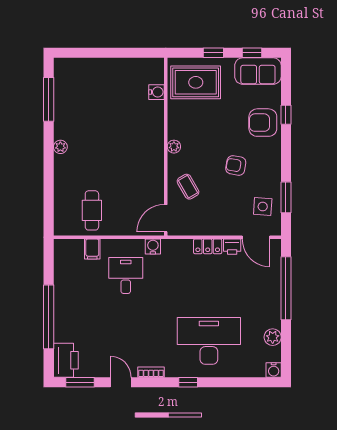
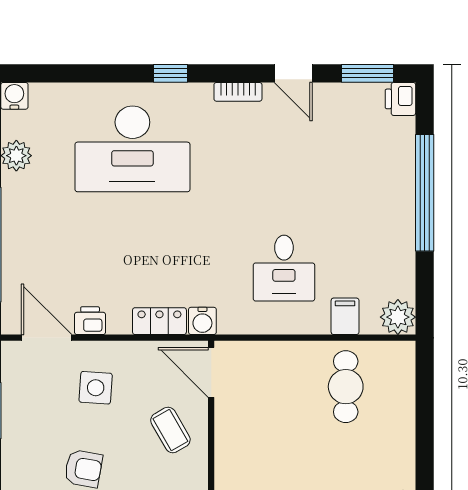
side table: (263, 207) -> (96, 388), moved
door: (166, 218) -> (211, 372), swing flipped
water cooler: (153, 246) -> (202, 321), moved
locker: (208, 246) -> (159, 321), moved
plant: (63, 249) -> (398, 317), added
printer: (66, 360) -> (400, 99), width x0.53, depth x0.68

